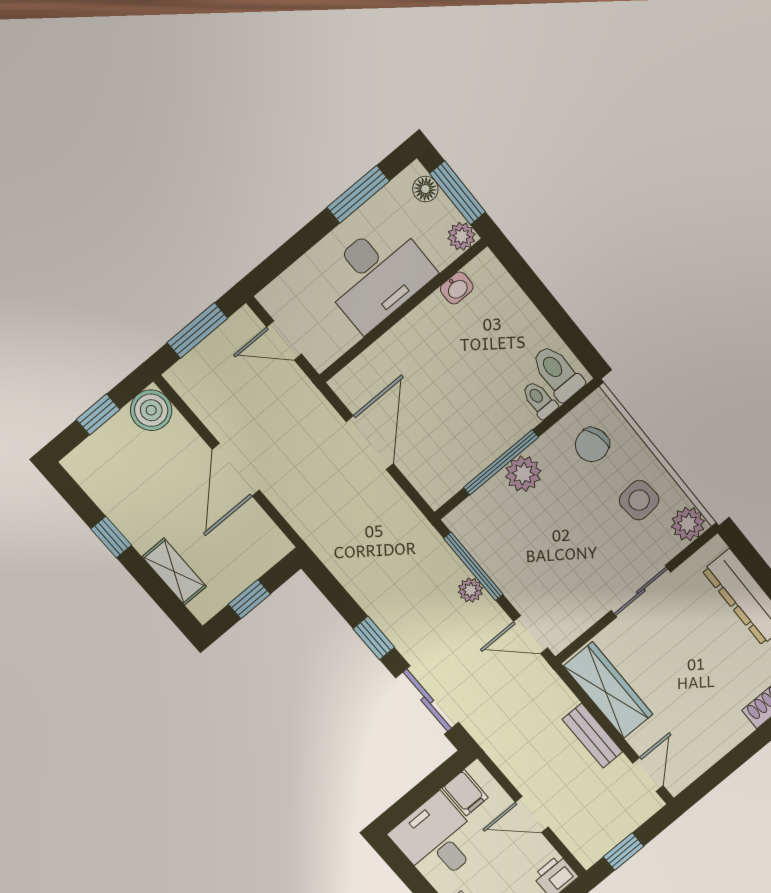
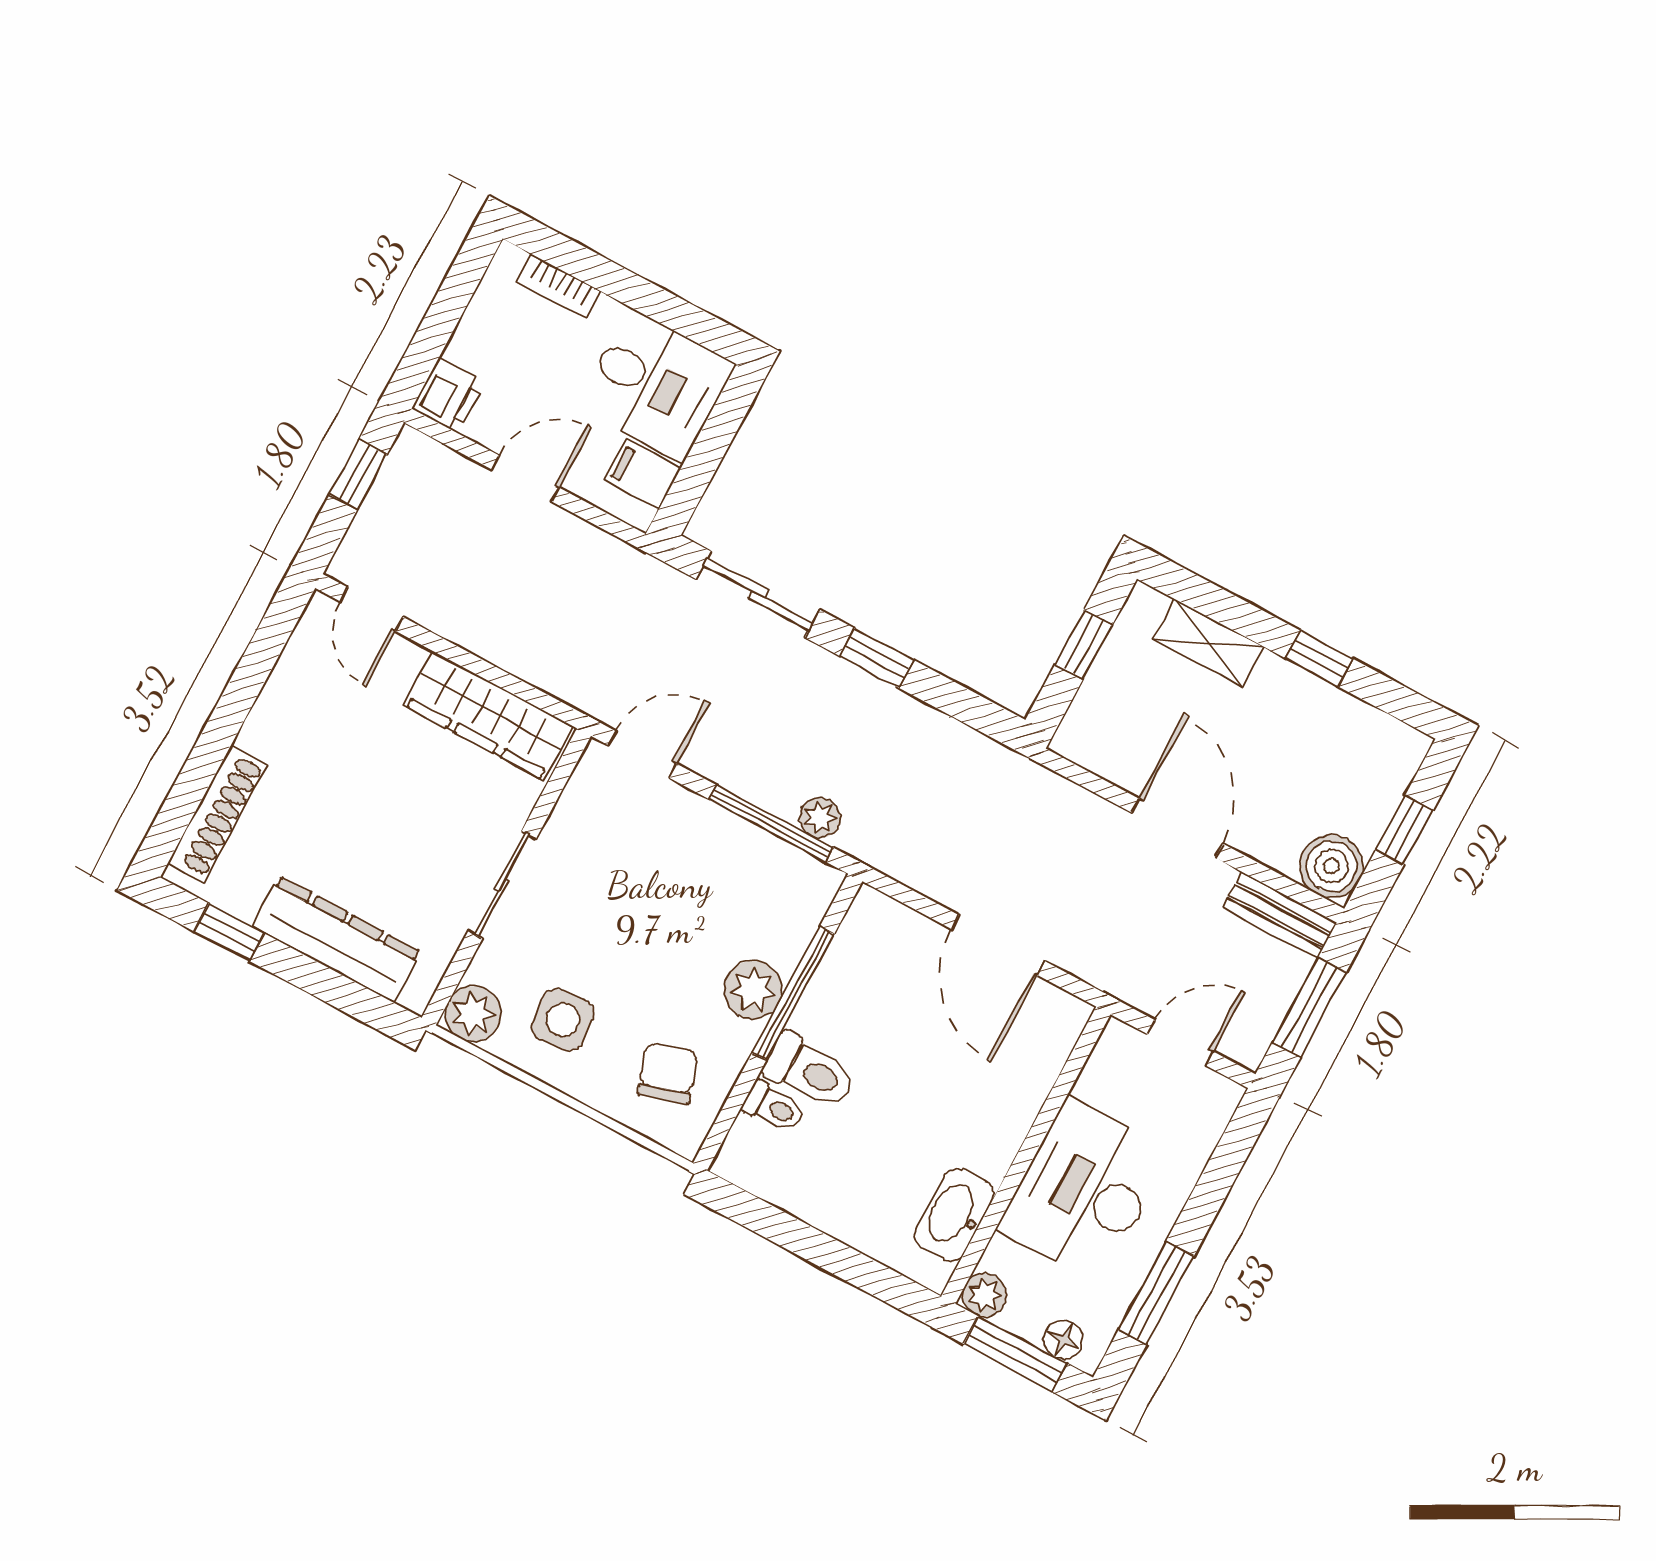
washbasin: (457, 288) -> (954, 1215), width x1.91, depth x1.45
toilet: (557, 373) -> (810, 1071), moved
plant: (470, 590) -> (820, 818), moved
bench: (592, 736) -> (1279, 915), moved

